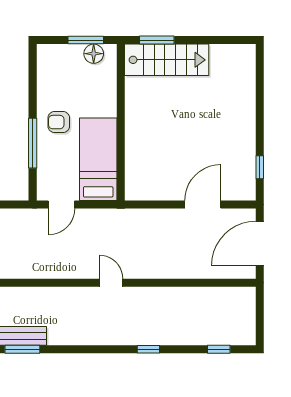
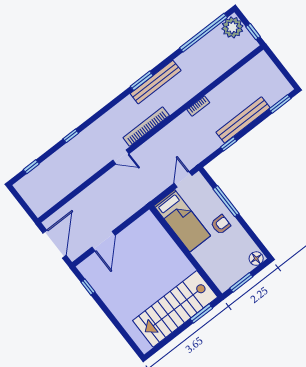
floor lamp: (94, 54) -> (256, 259), moved
stairs: (167, 60) -> (175, 309), width x1.36, depth x1.51
bookcase: (57, 295) -> (146, 127), added

